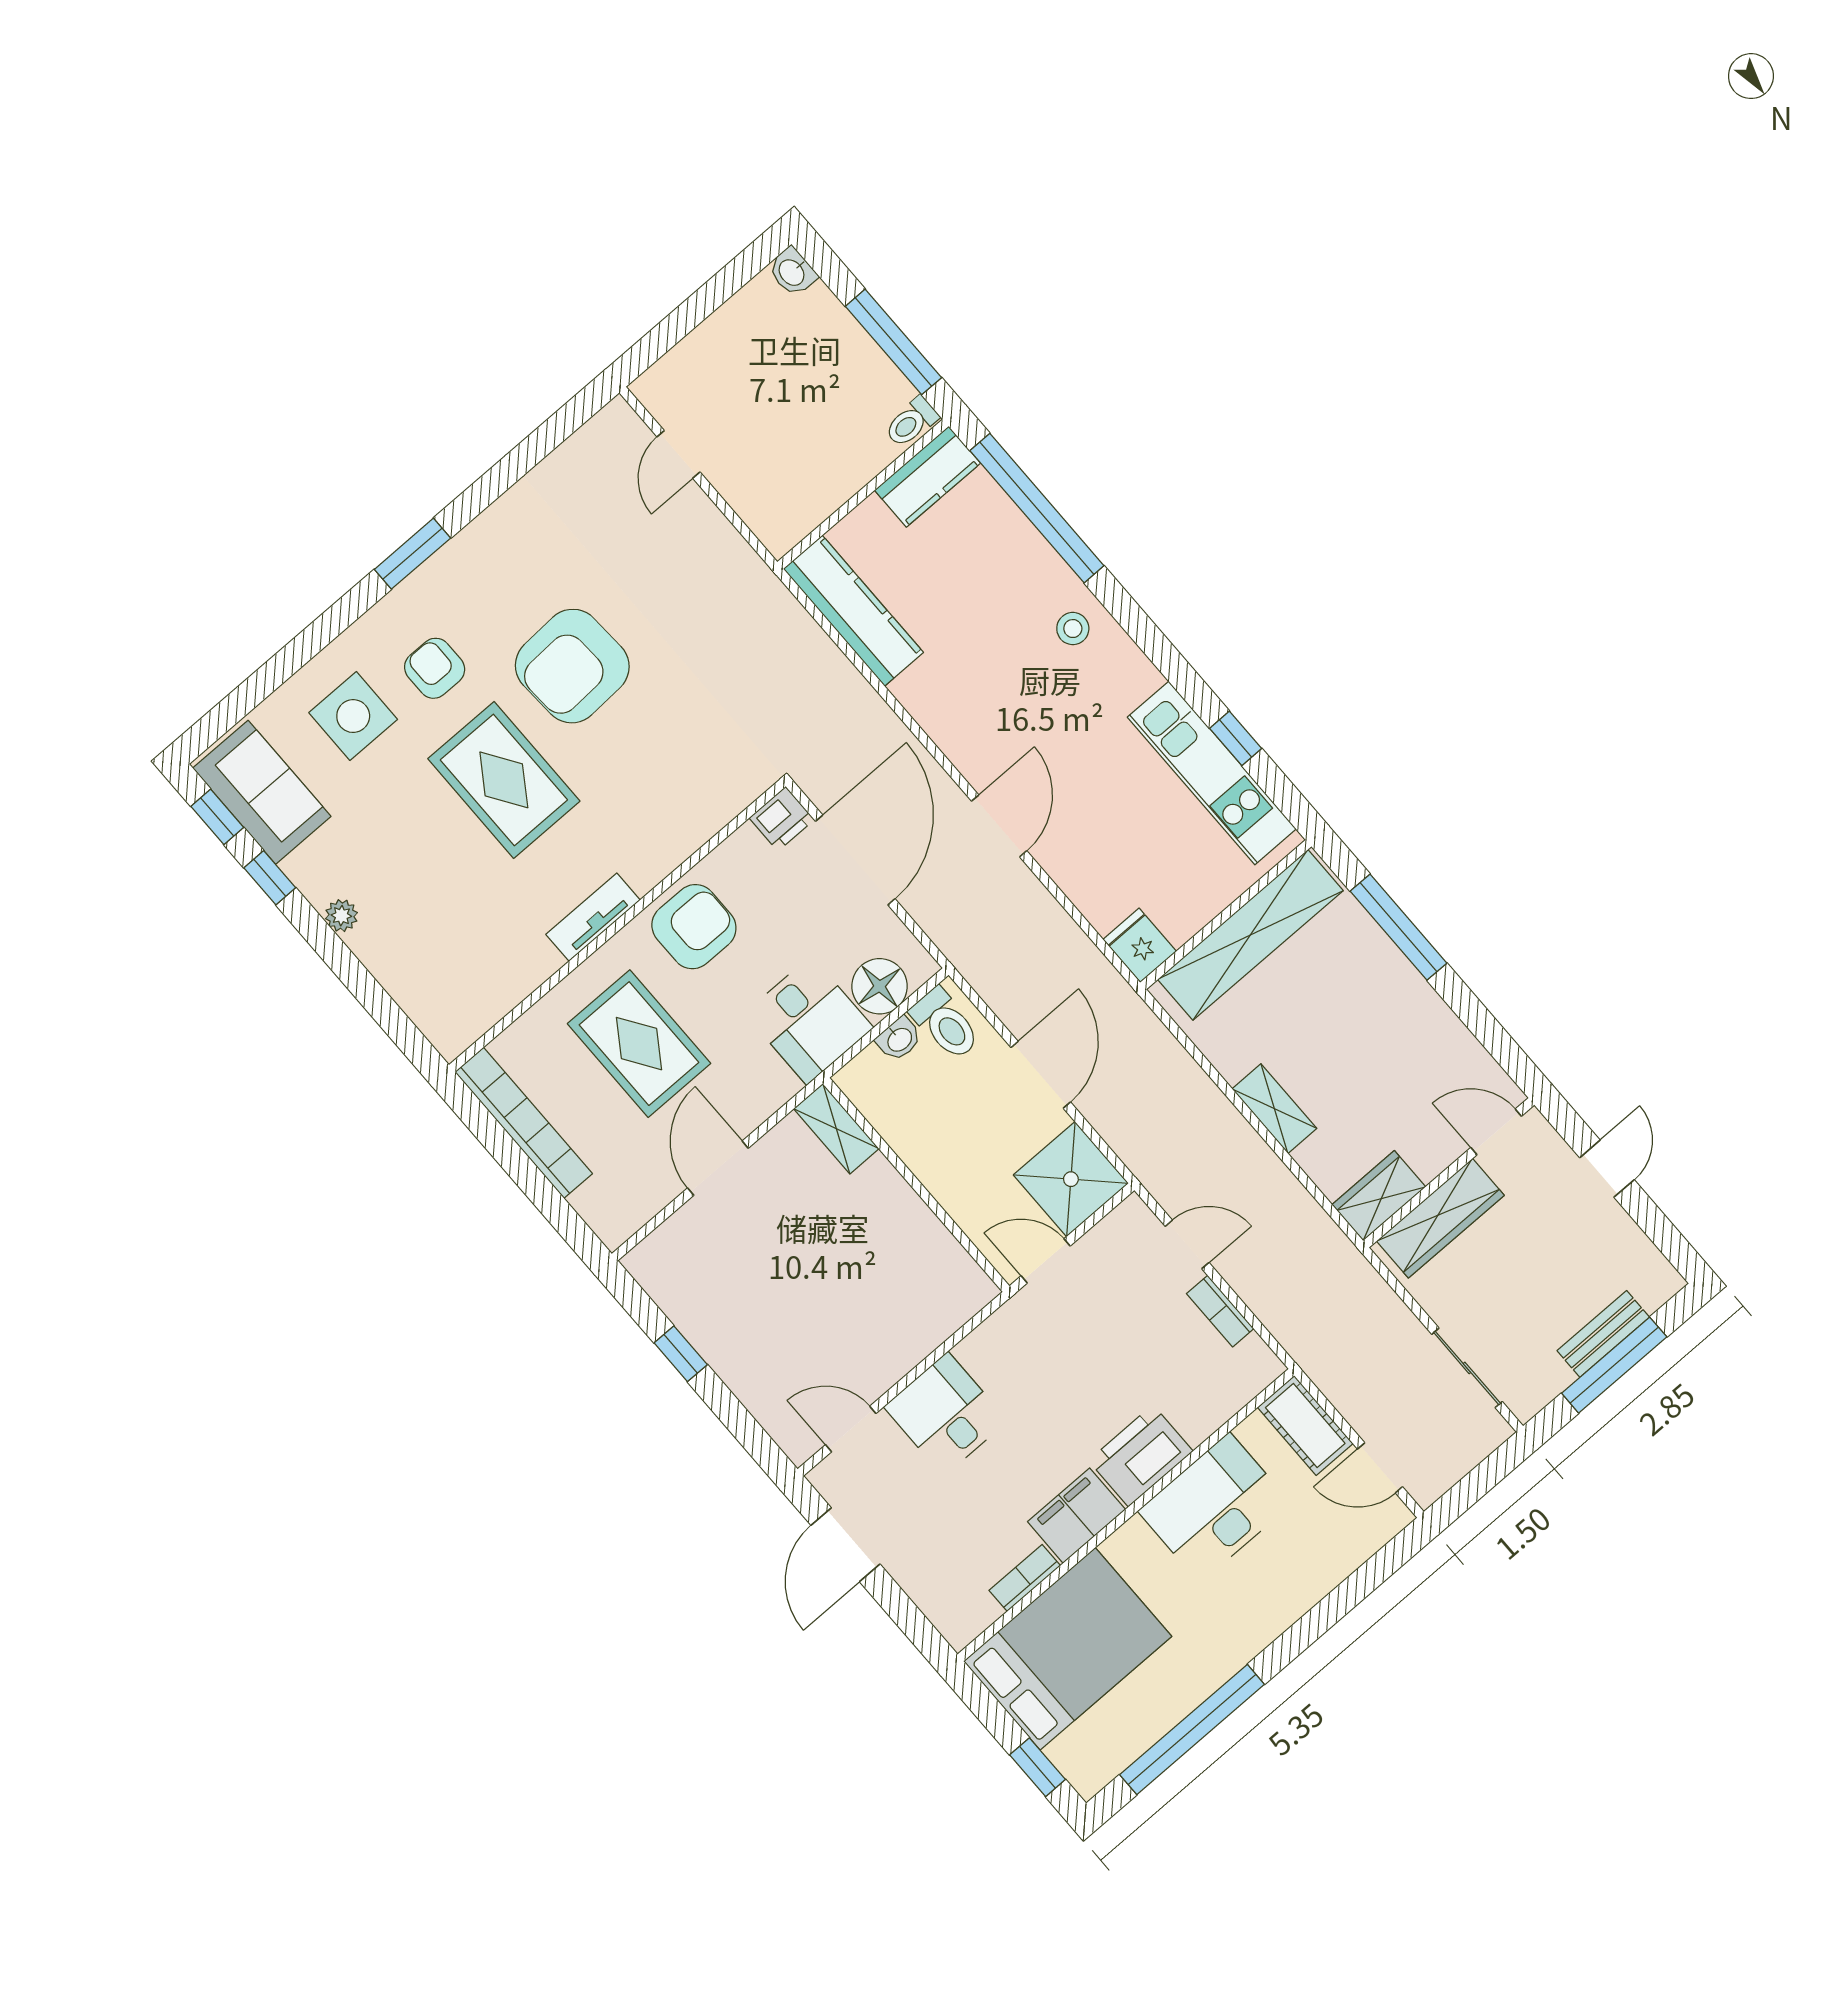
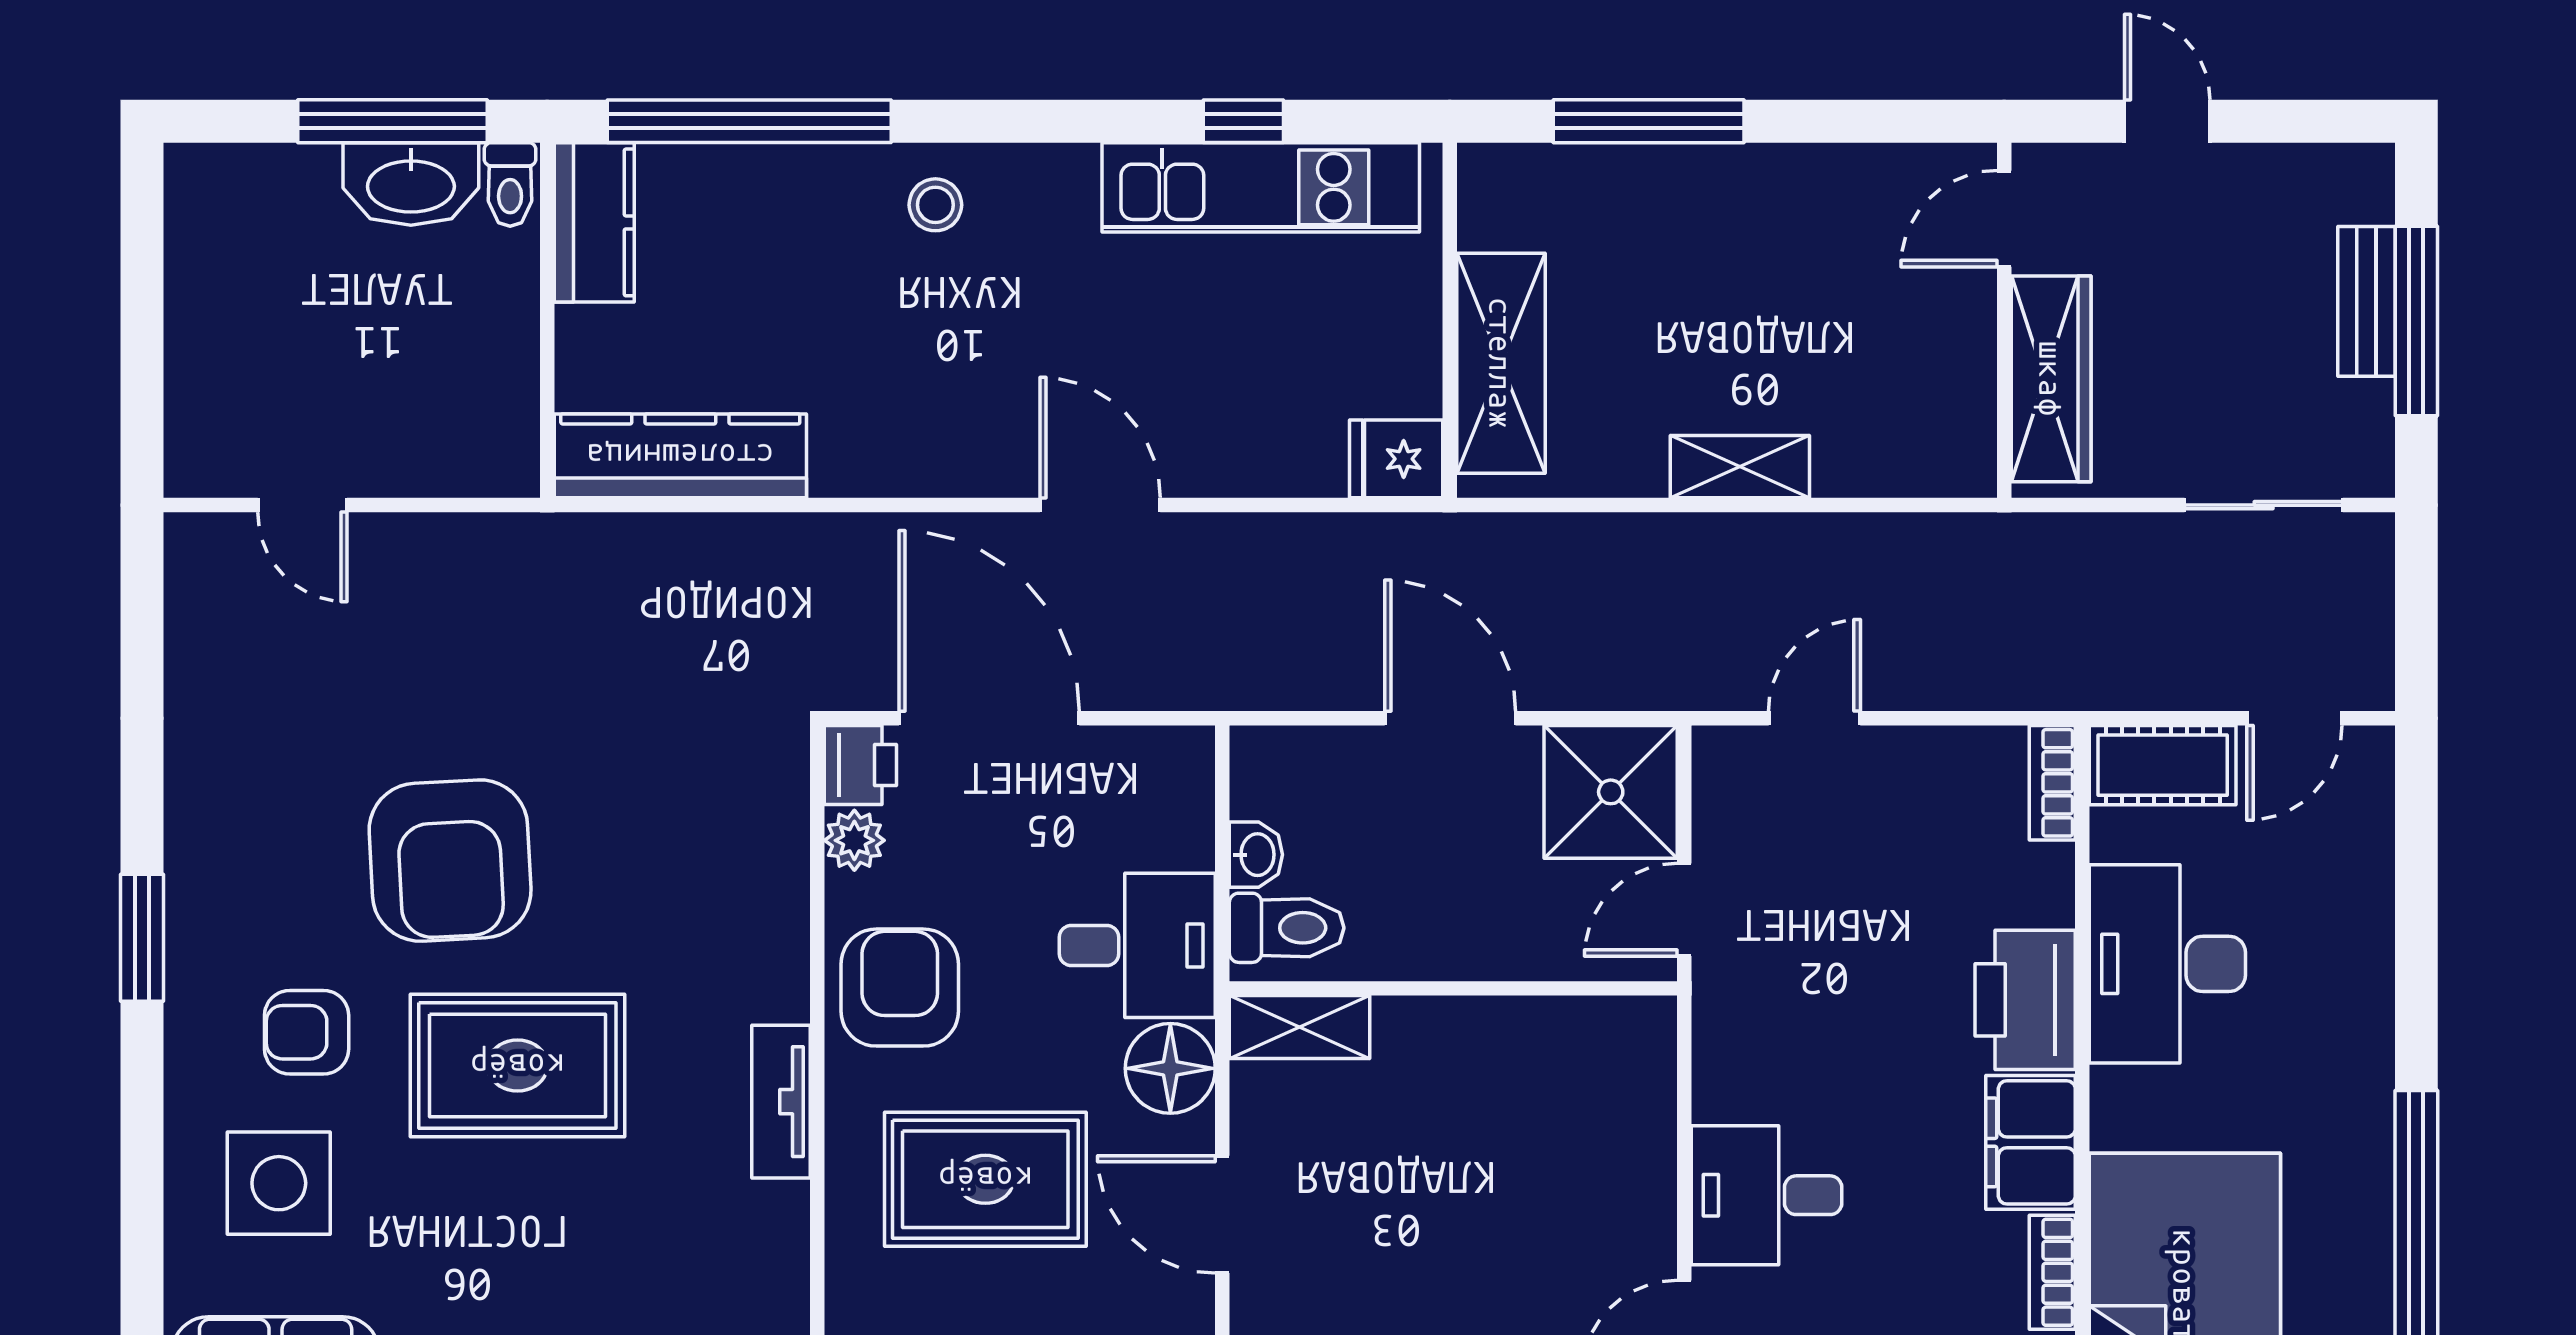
washbasin: (792, 272) -> (411, 184), moved, width x1.91, depth x1.45
plant: (744, 846) -> (854, 840), added
shelving: (1250, 935) -> (1501, 363), width x0.68
floor lamp: (880, 986) -> (1170, 1068), moved
toilet: (946, 1024) -> (1287, 928), moved
wardrobe: (1379, 1196) -> (1958, 431), removed
bookcase: (1220, 1311) -> (2052, 783), moved, turned 90

